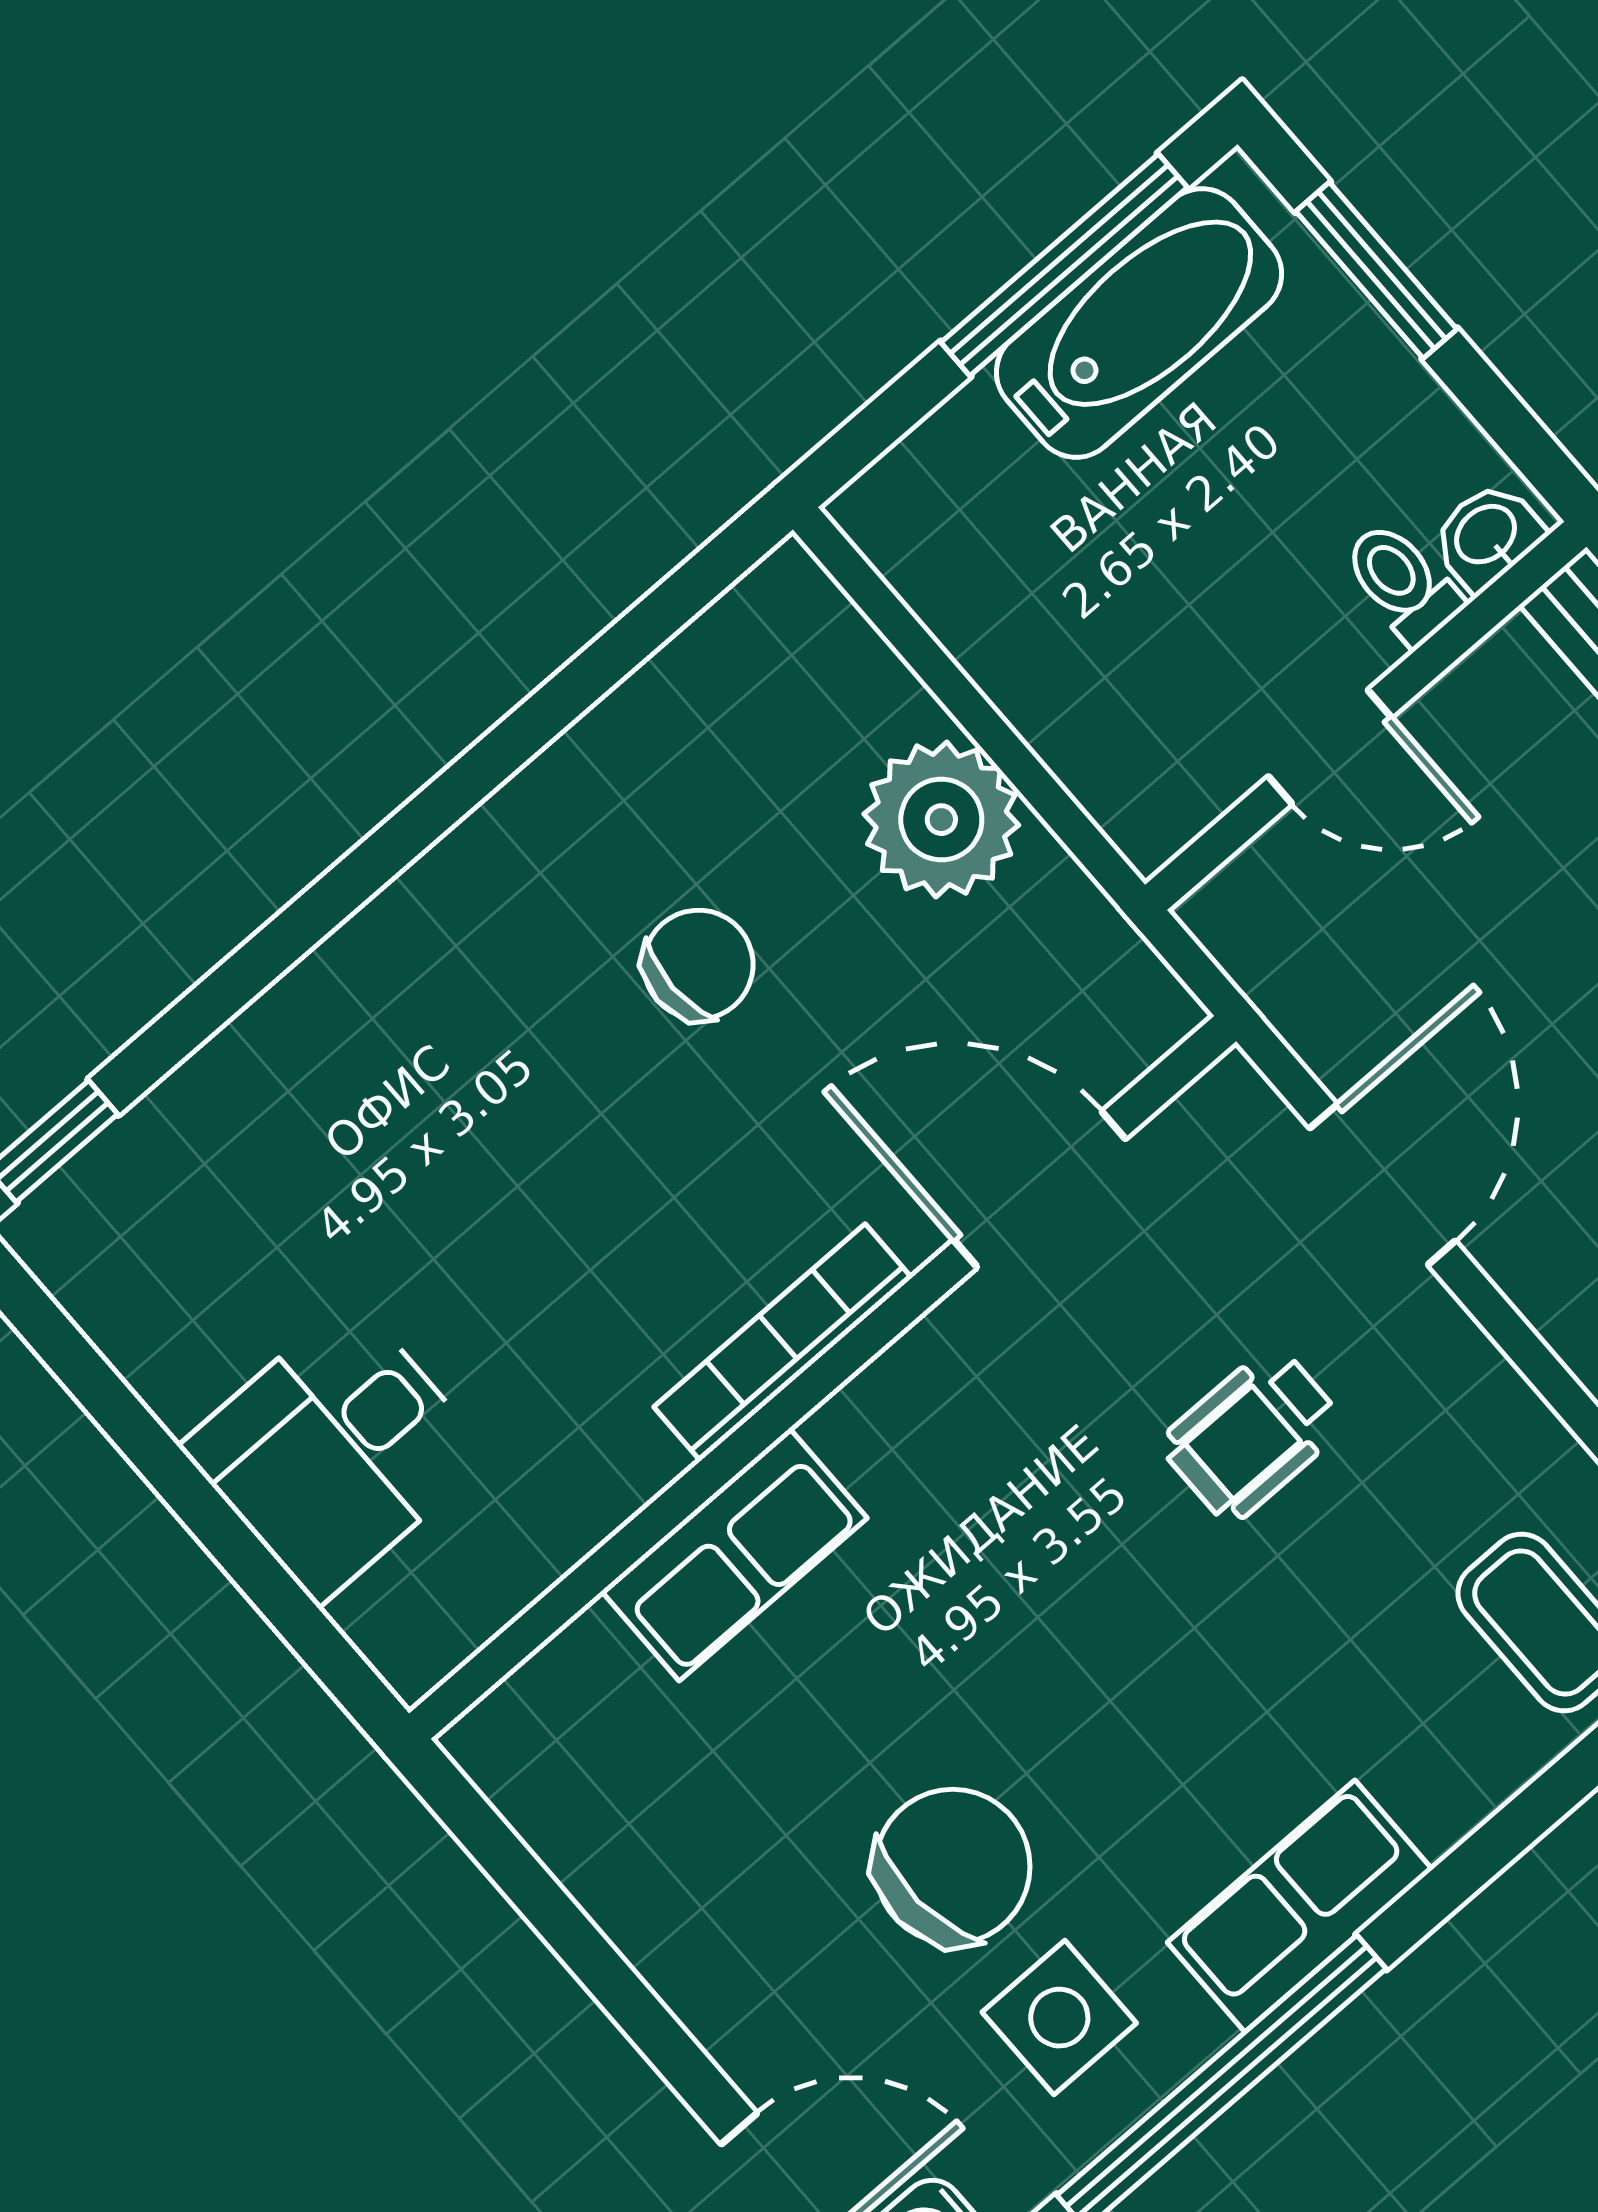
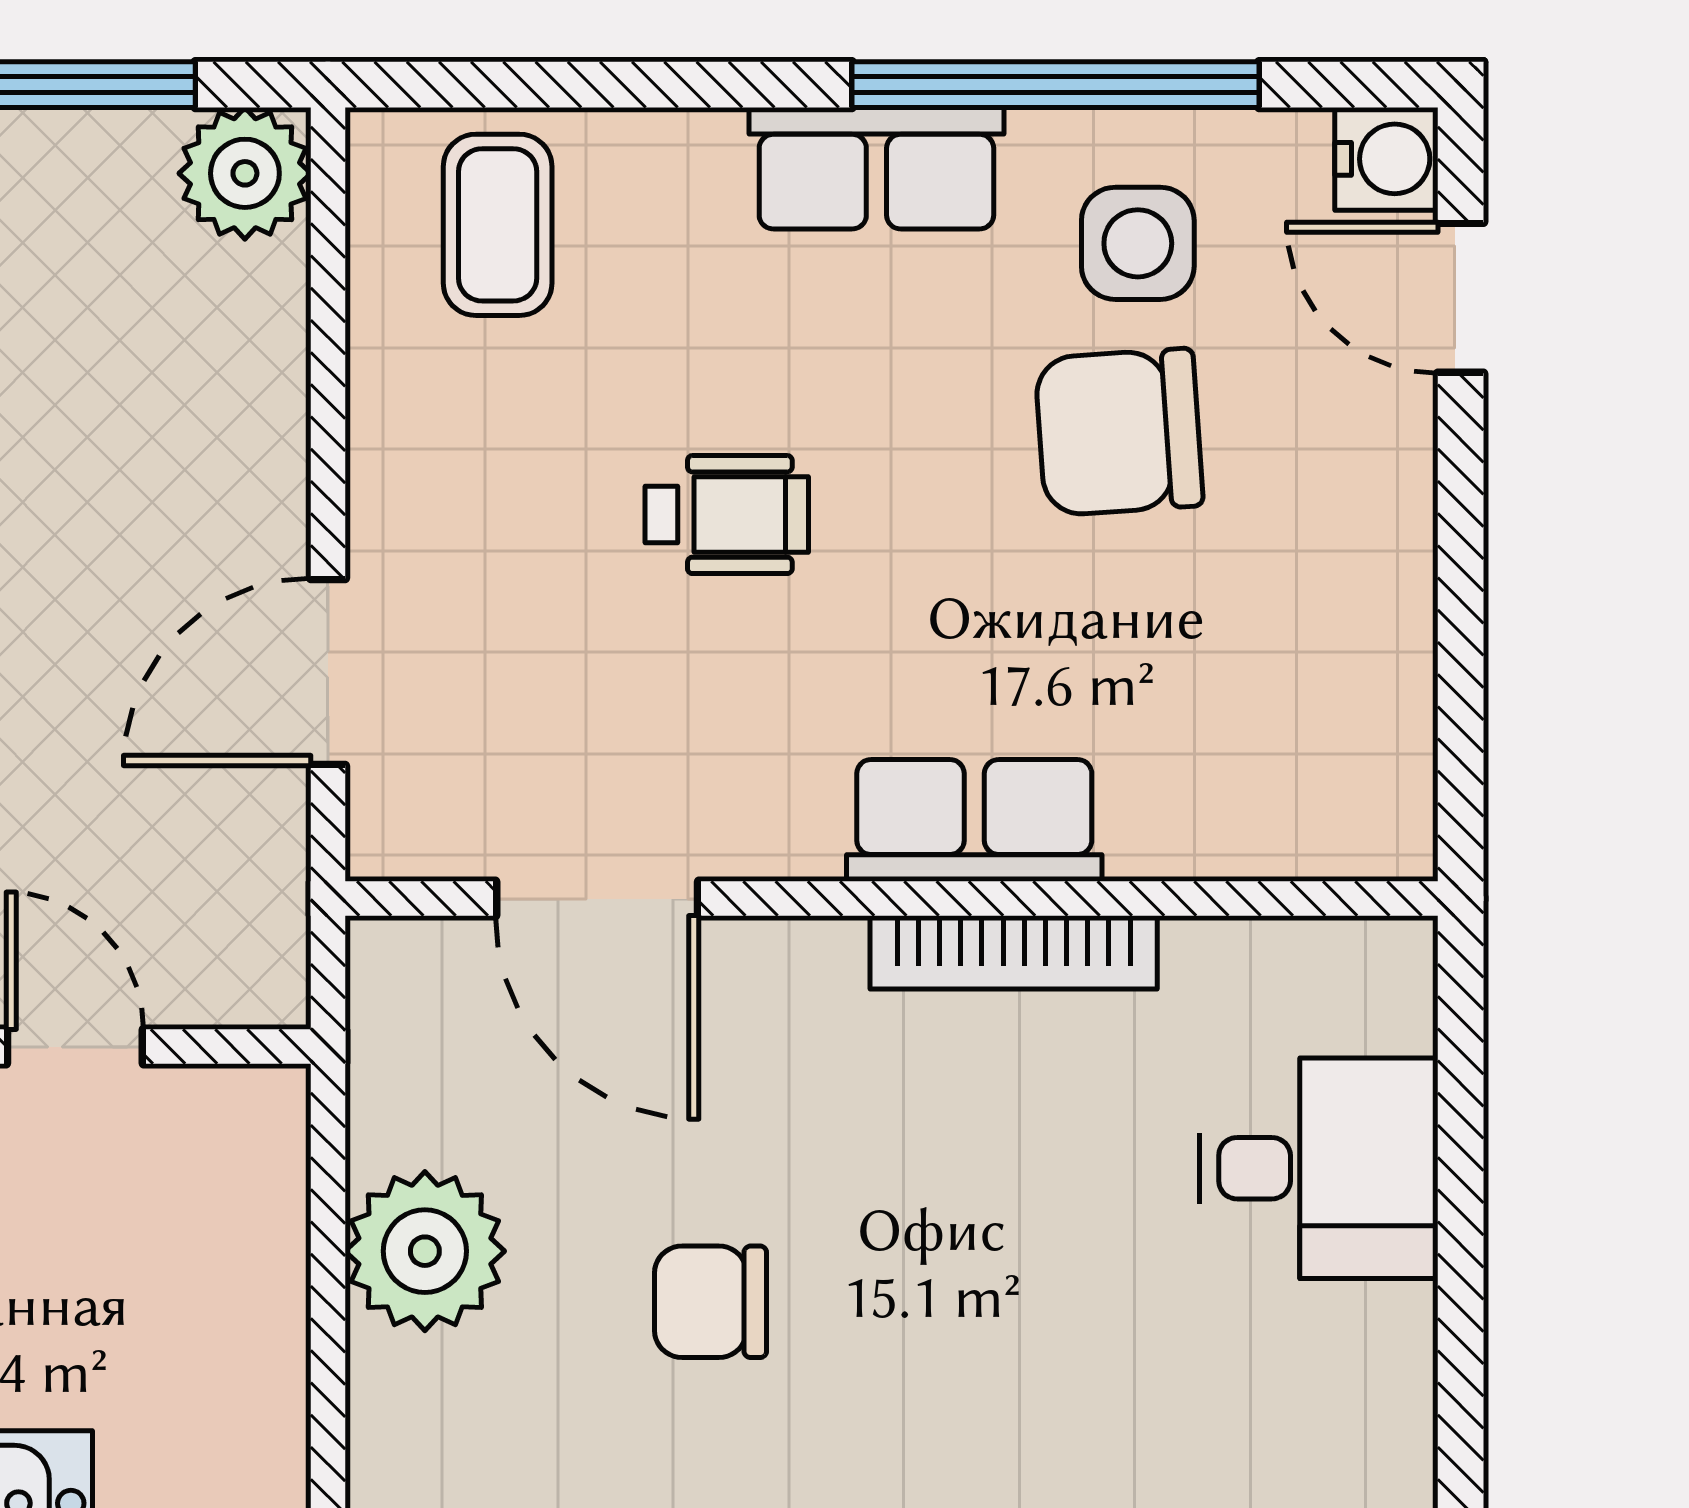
bookcase: (783, 1342) -> (1014, 952), moved
wheelchair: (1252, 1434) -> (727, 515), moved
row of seats: (734, 1555) -> (974, 820), moved

